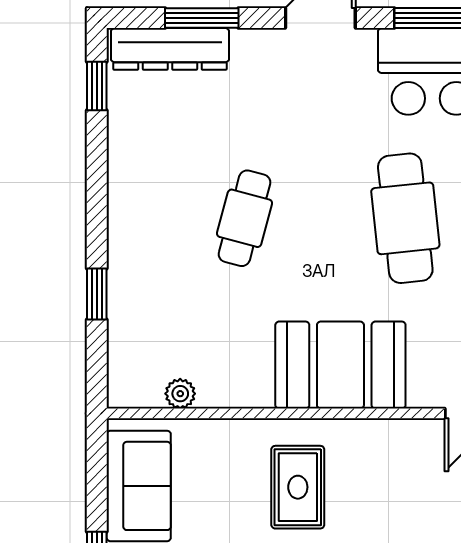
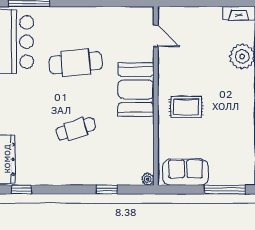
cafe table: (245, 218) -> (76, 129), turned -33
plant: (180, 394) -> (148, 179), moved

